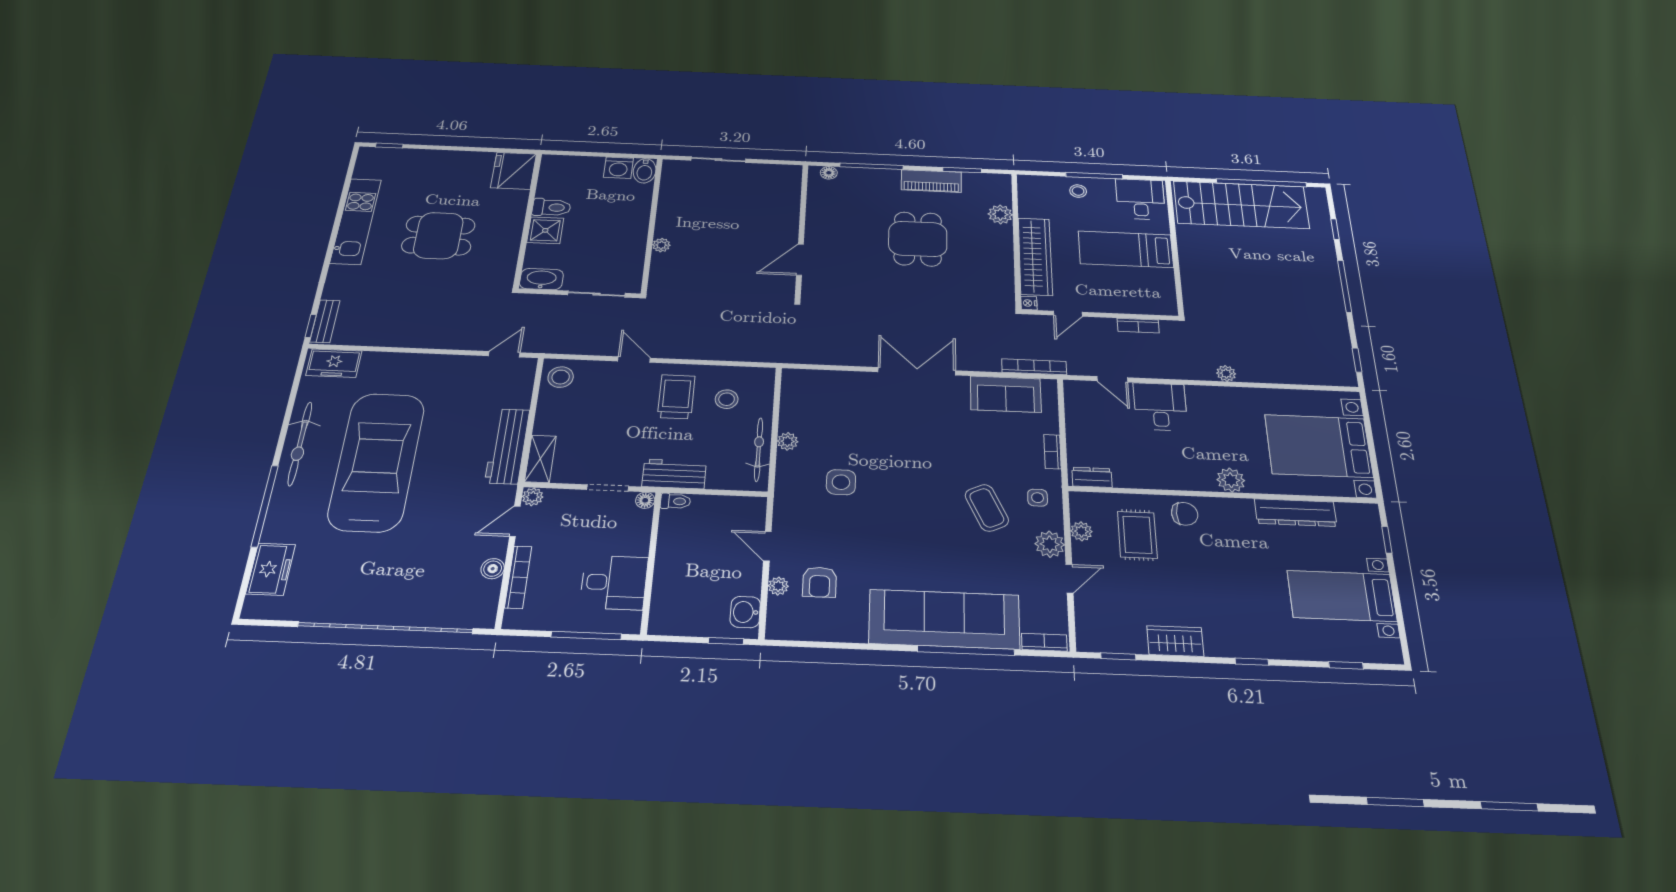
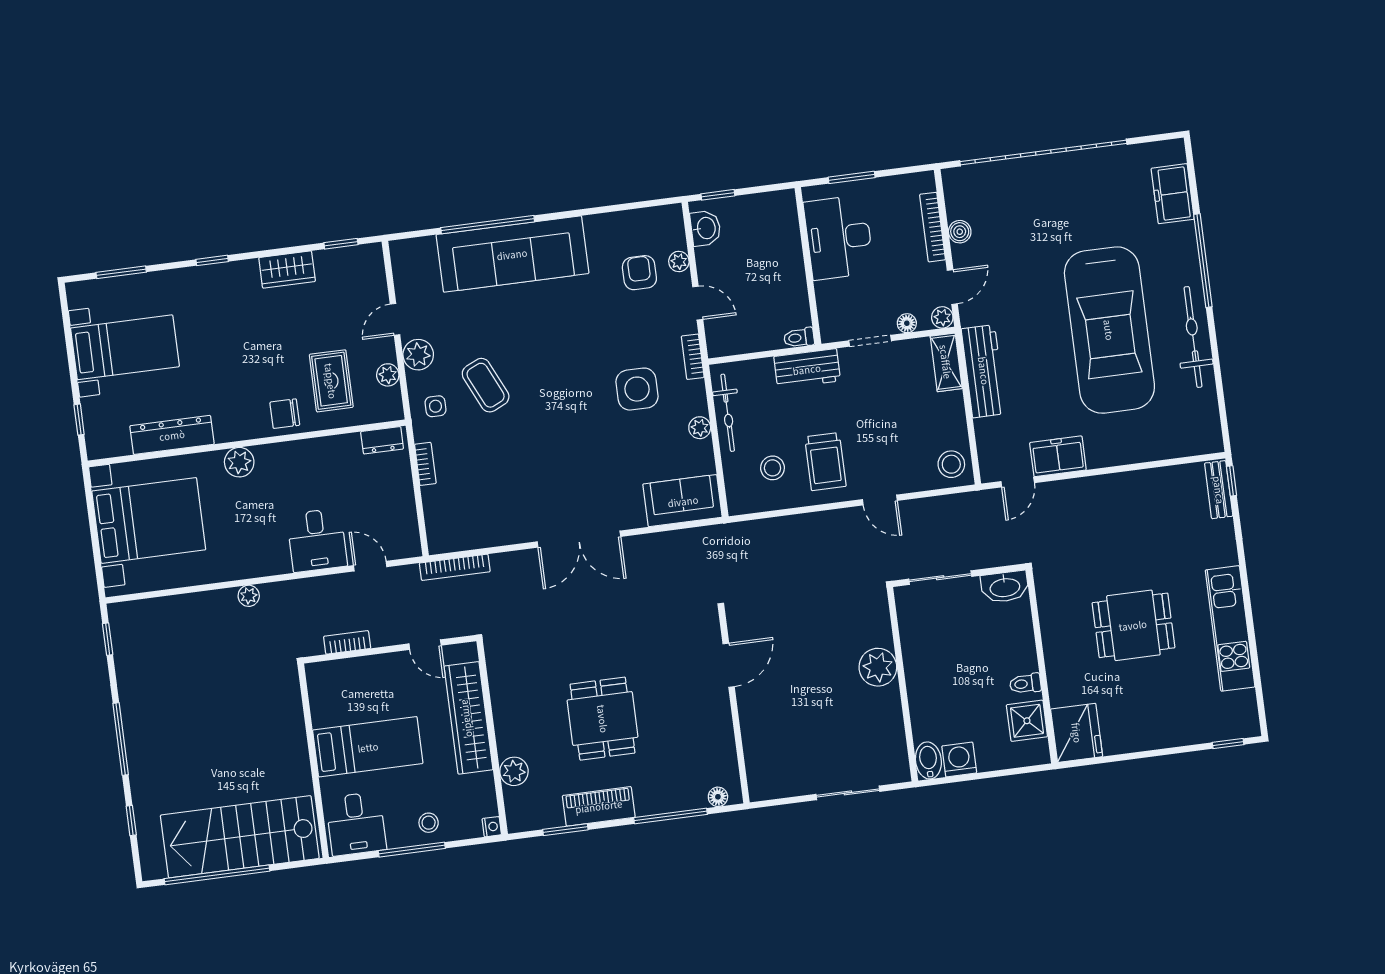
toilet: (551, 207) -> (1025, 684), width x0.73, depth x0.72
shower: (545, 230) -> (1027, 721), moved
plant: (661, 245) -> (878, 667), width x1.88, depth x1.88
nightstand: (1029, 303) -> (492, 827), moved
door: (1068, 314) -> (425, 645), swing flipped
freezer: (334, 363) -> (1058, 456), moved
sofa: (1006, 394) -> (683, 501), moved
side table: (841, 482) -> (637, 389), width x1.37, depth x1.37
floor lamp: (645, 500) -> (907, 323), moved
desk: (614, 582) -> (839, 237), width x1.37
window: (586, 636) -> (852, 177), width x0.69
bookcase: (1044, 642) -> (693, 357), moved, turned 90
window: (1346, 665) -> (121, 272), width x1.50

